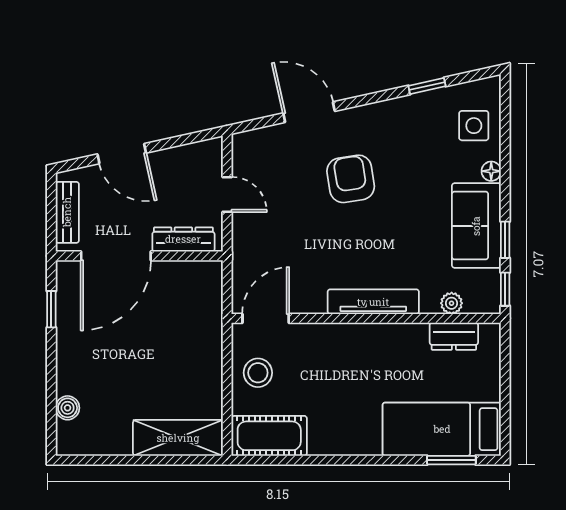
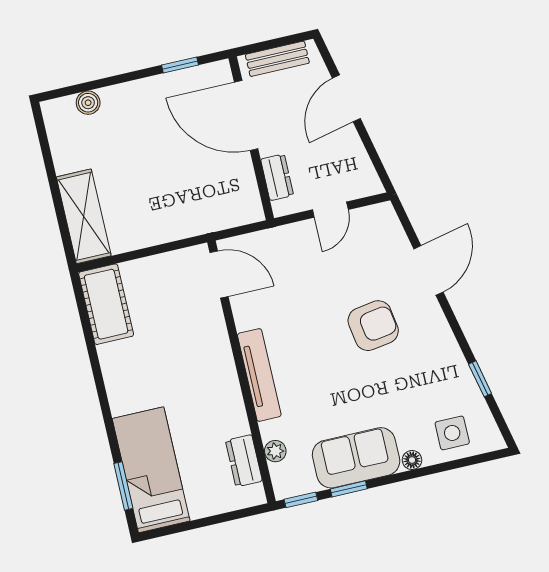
dresser: (183, 239) -> (277, 177), width x0.70
stool: (258, 373) -> (165, 279), removed

